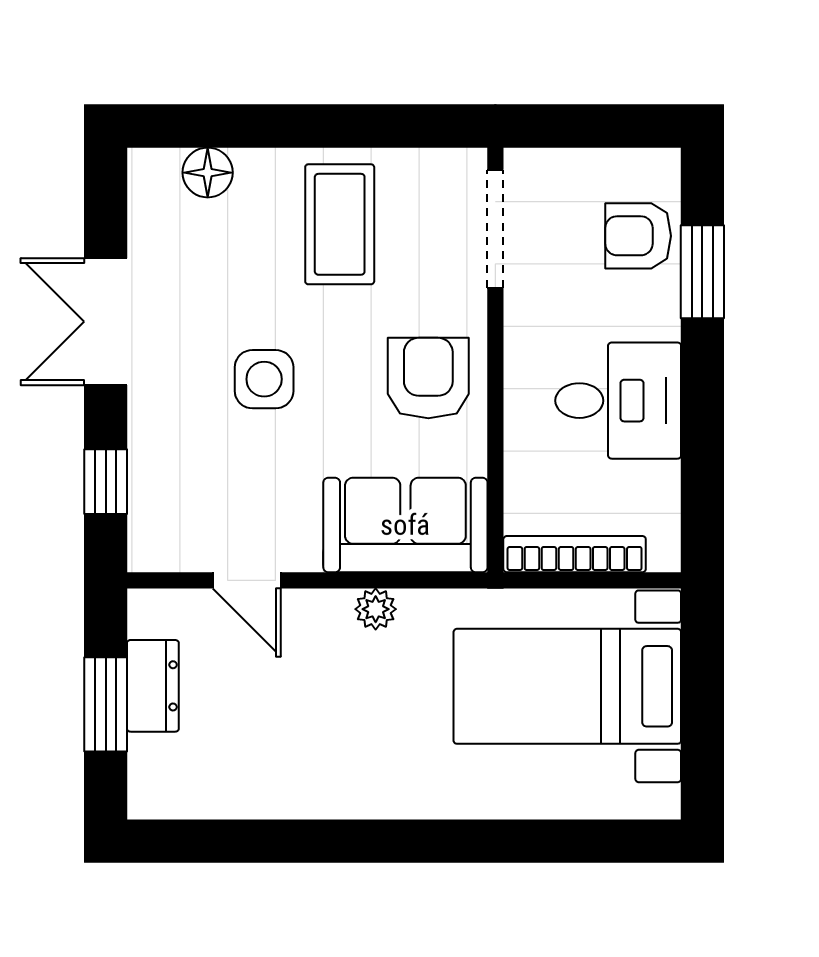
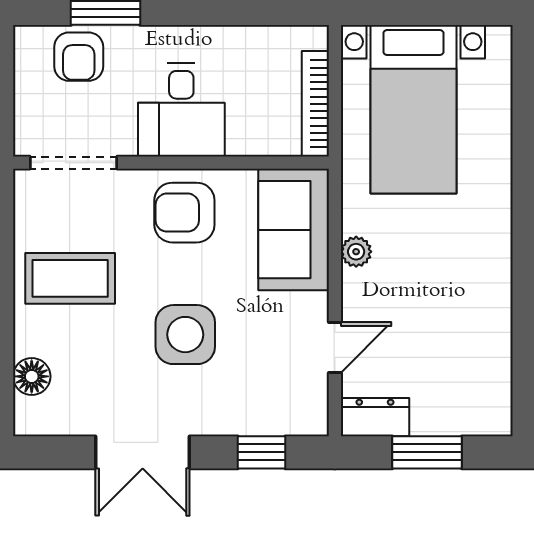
side table: (264, 379) -> (185, 335), width x1.37, depth x1.37
desk: (618, 401) -> (181, 110), moved, turned 180
dresser: (153, 686) -> (375, 417), moved

